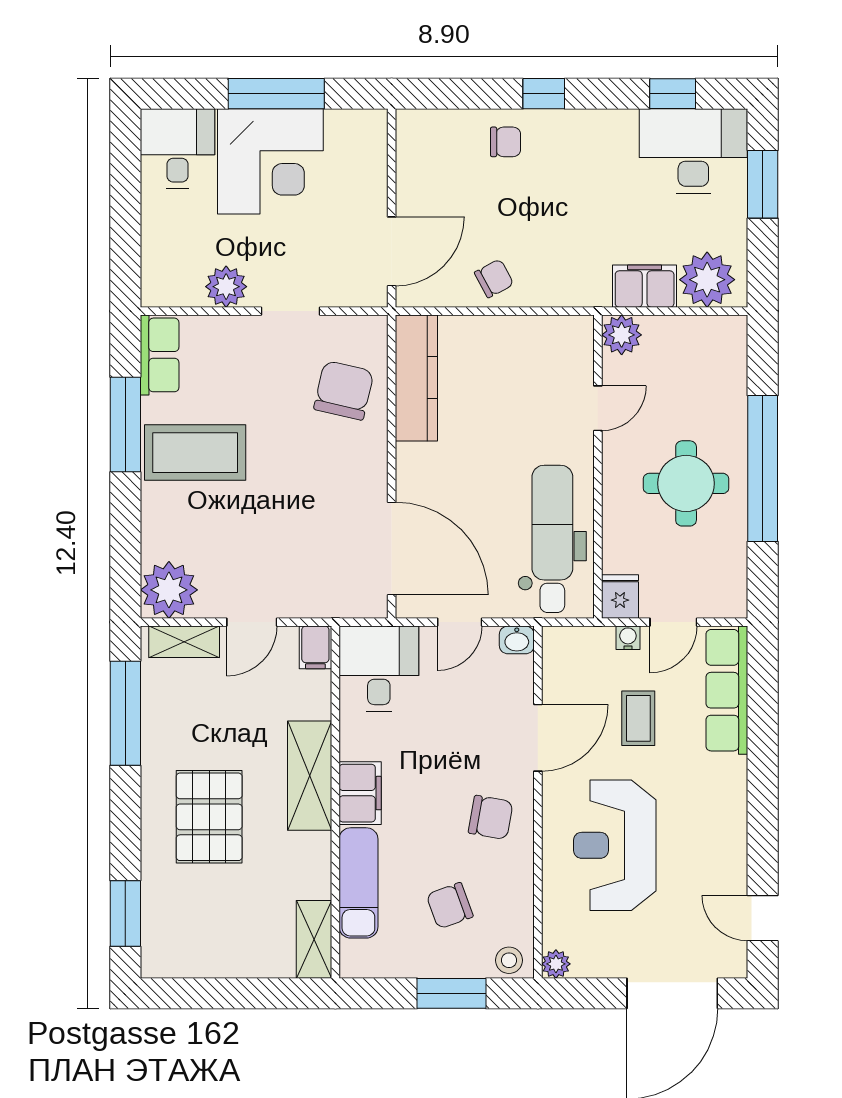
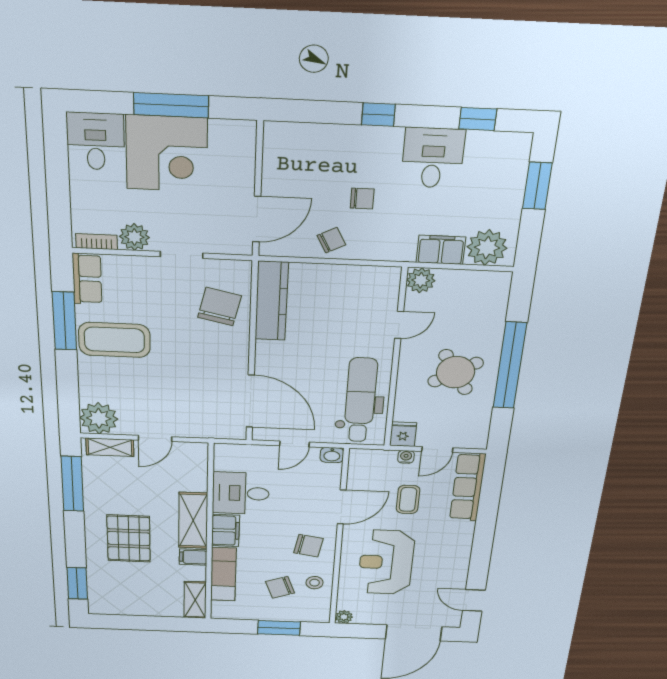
chair: (506, 142) -> (362, 198), moved
desk: (693, 151) -> (433, 158), moved, width x0.73
bookcase: (174, 296) -> (97, 242), added
round table: (686, 483) -> (456, 372), turned -31
filing cabinet: (315, 647) -> (193, 557), moved, turned 90
desk: (379, 669) -> (241, 493), moved, turned -90
stool: (509, 960) -> (315, 583), moved

